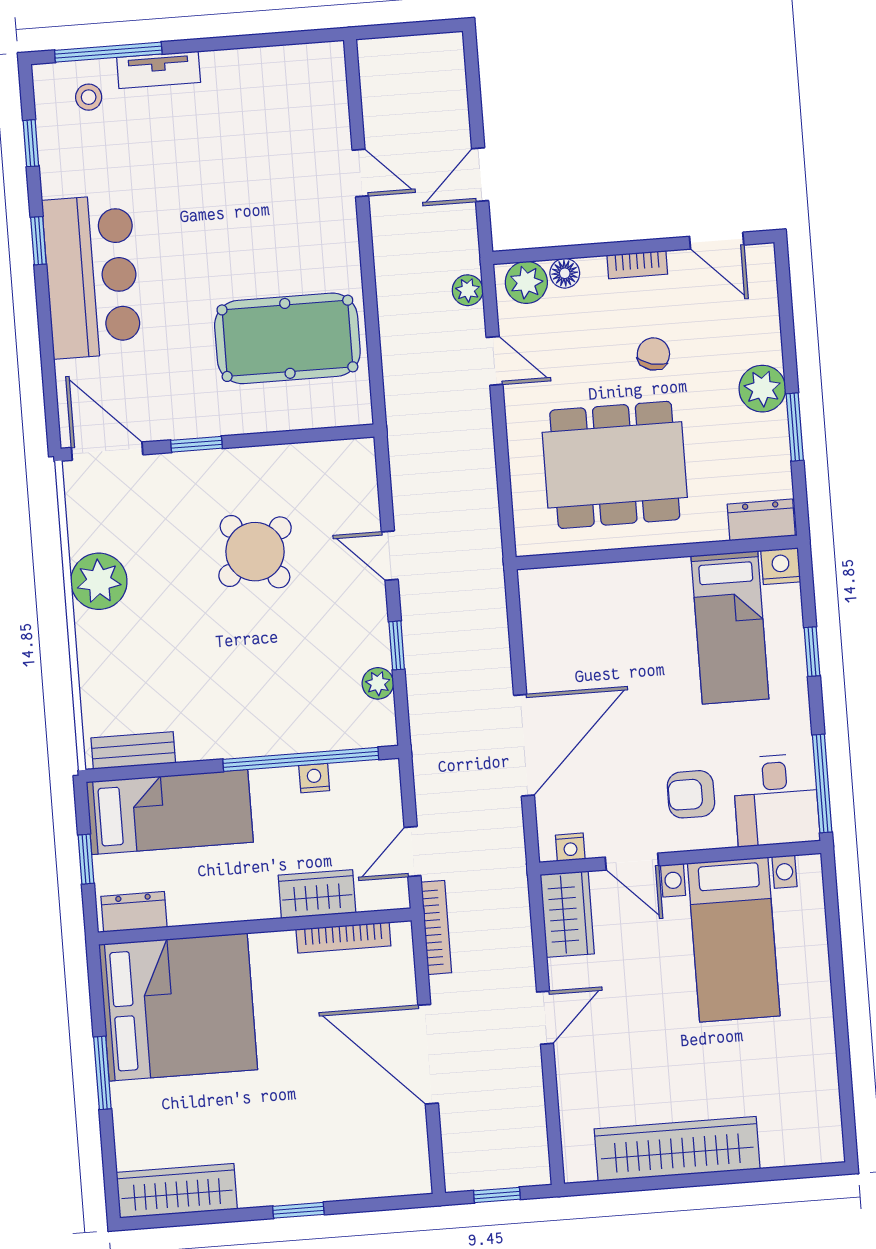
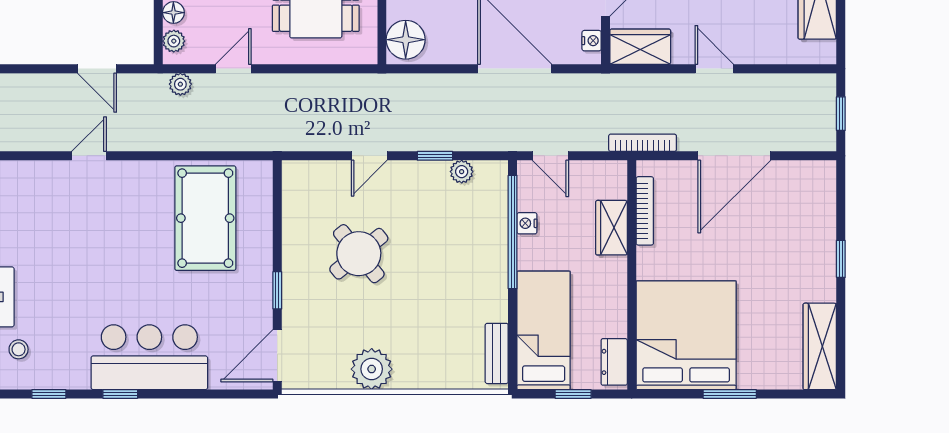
plant: (526, 282) -> (174, 41), width x0.73, depth x0.73
floor lamp: (552, 593) -> (406, 40), added
door: (413, 852) -> (550, 156), moved

